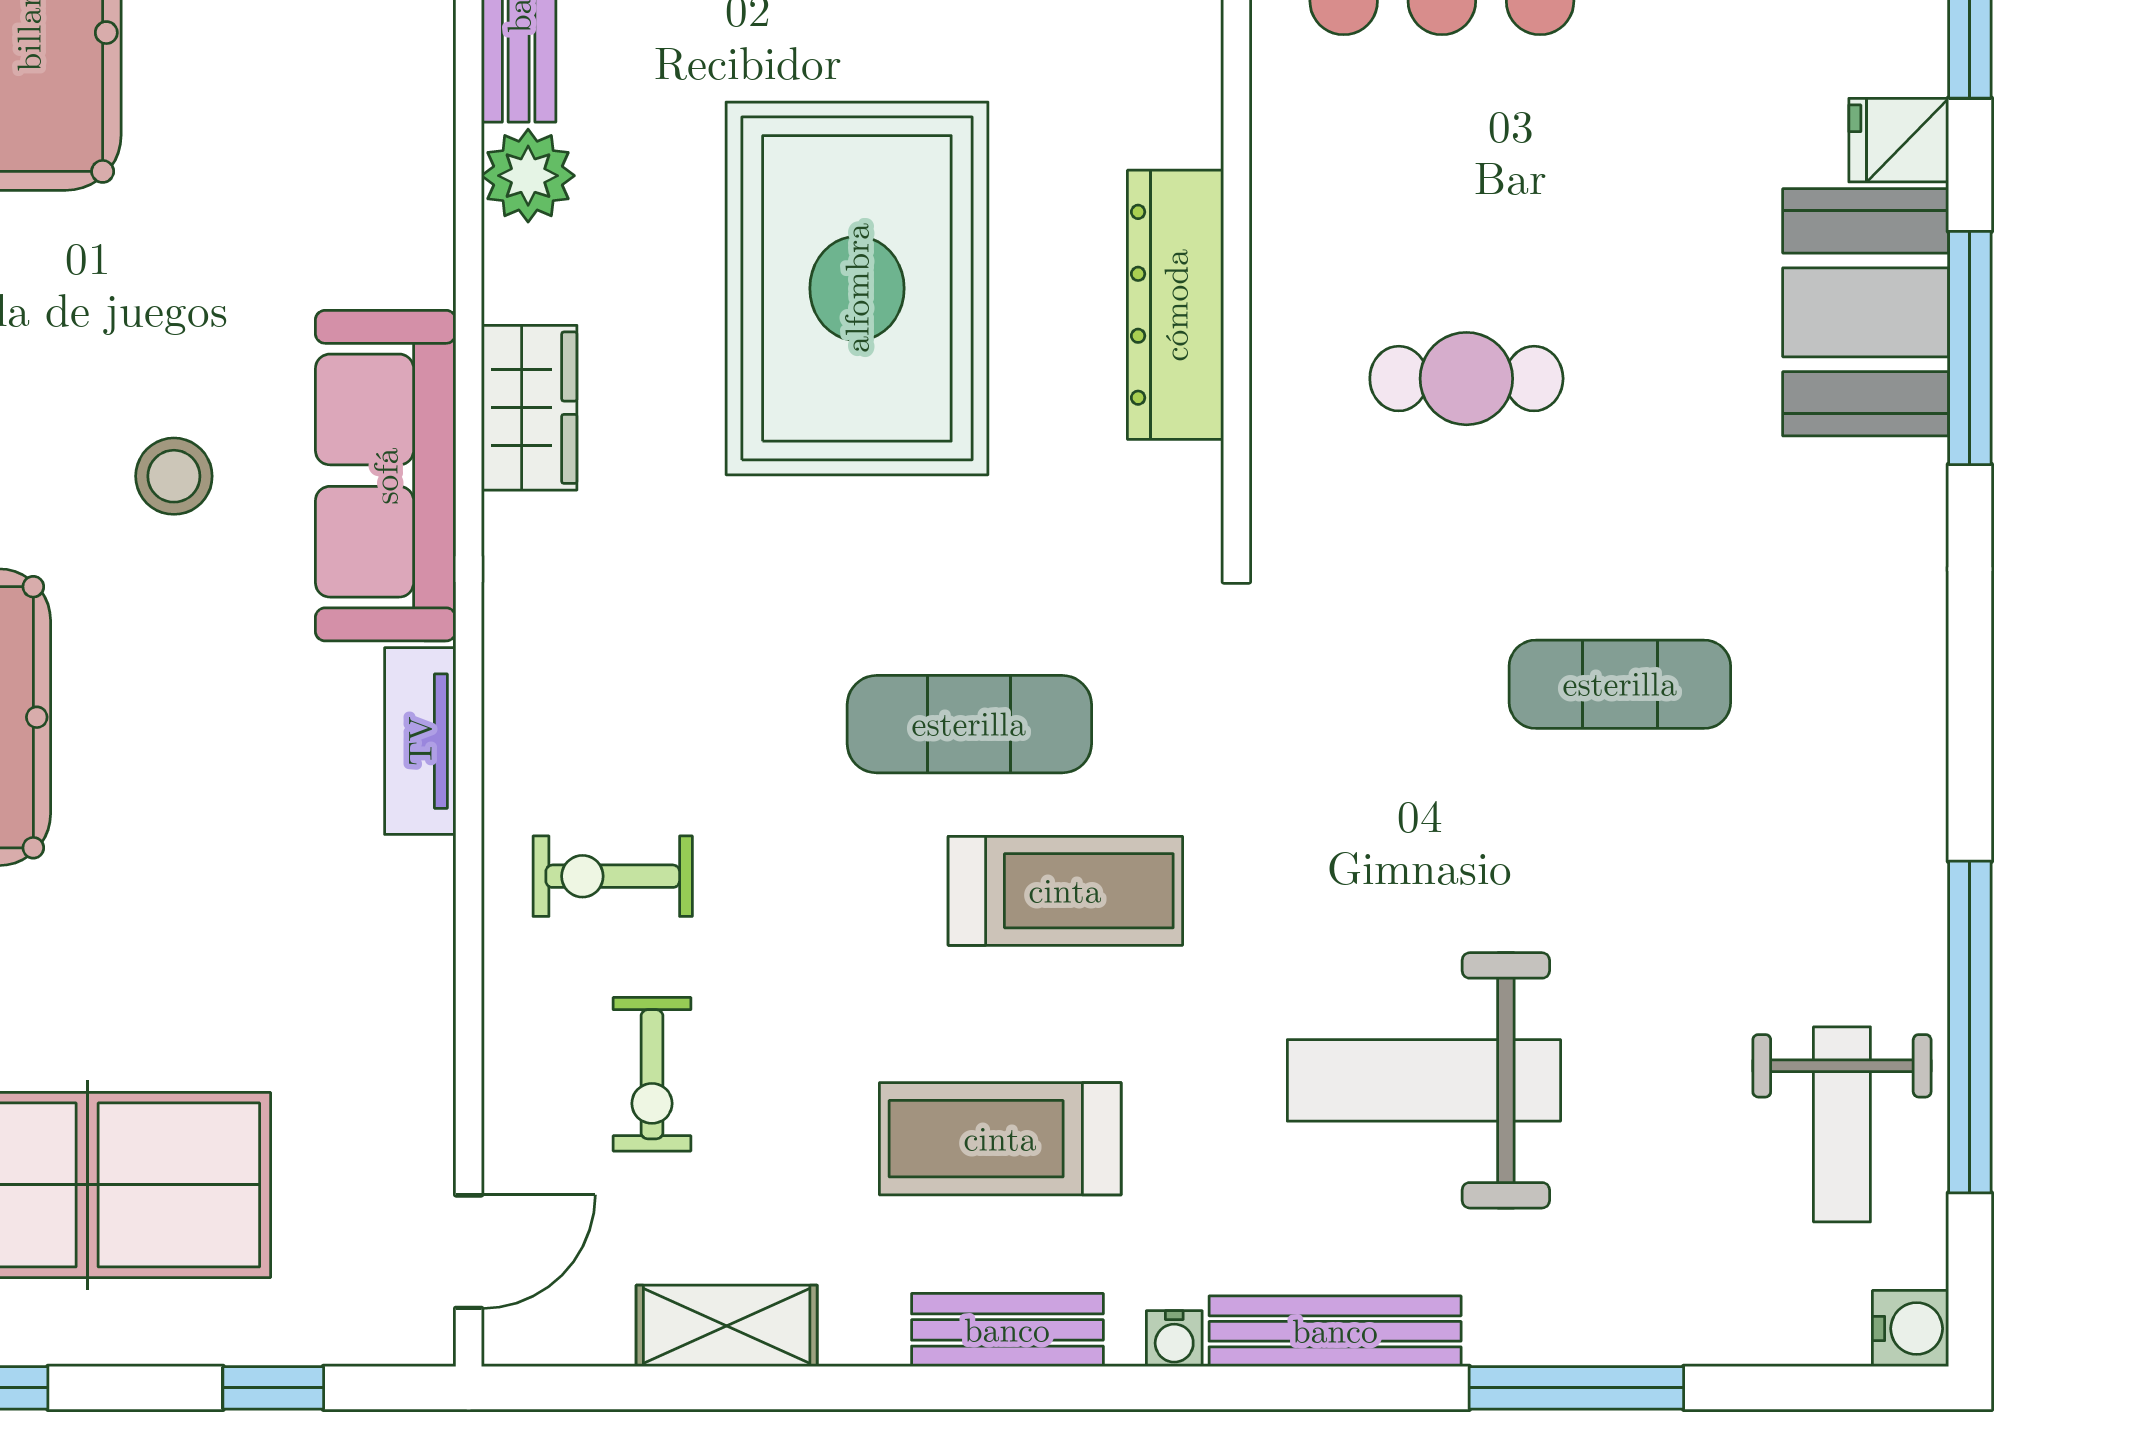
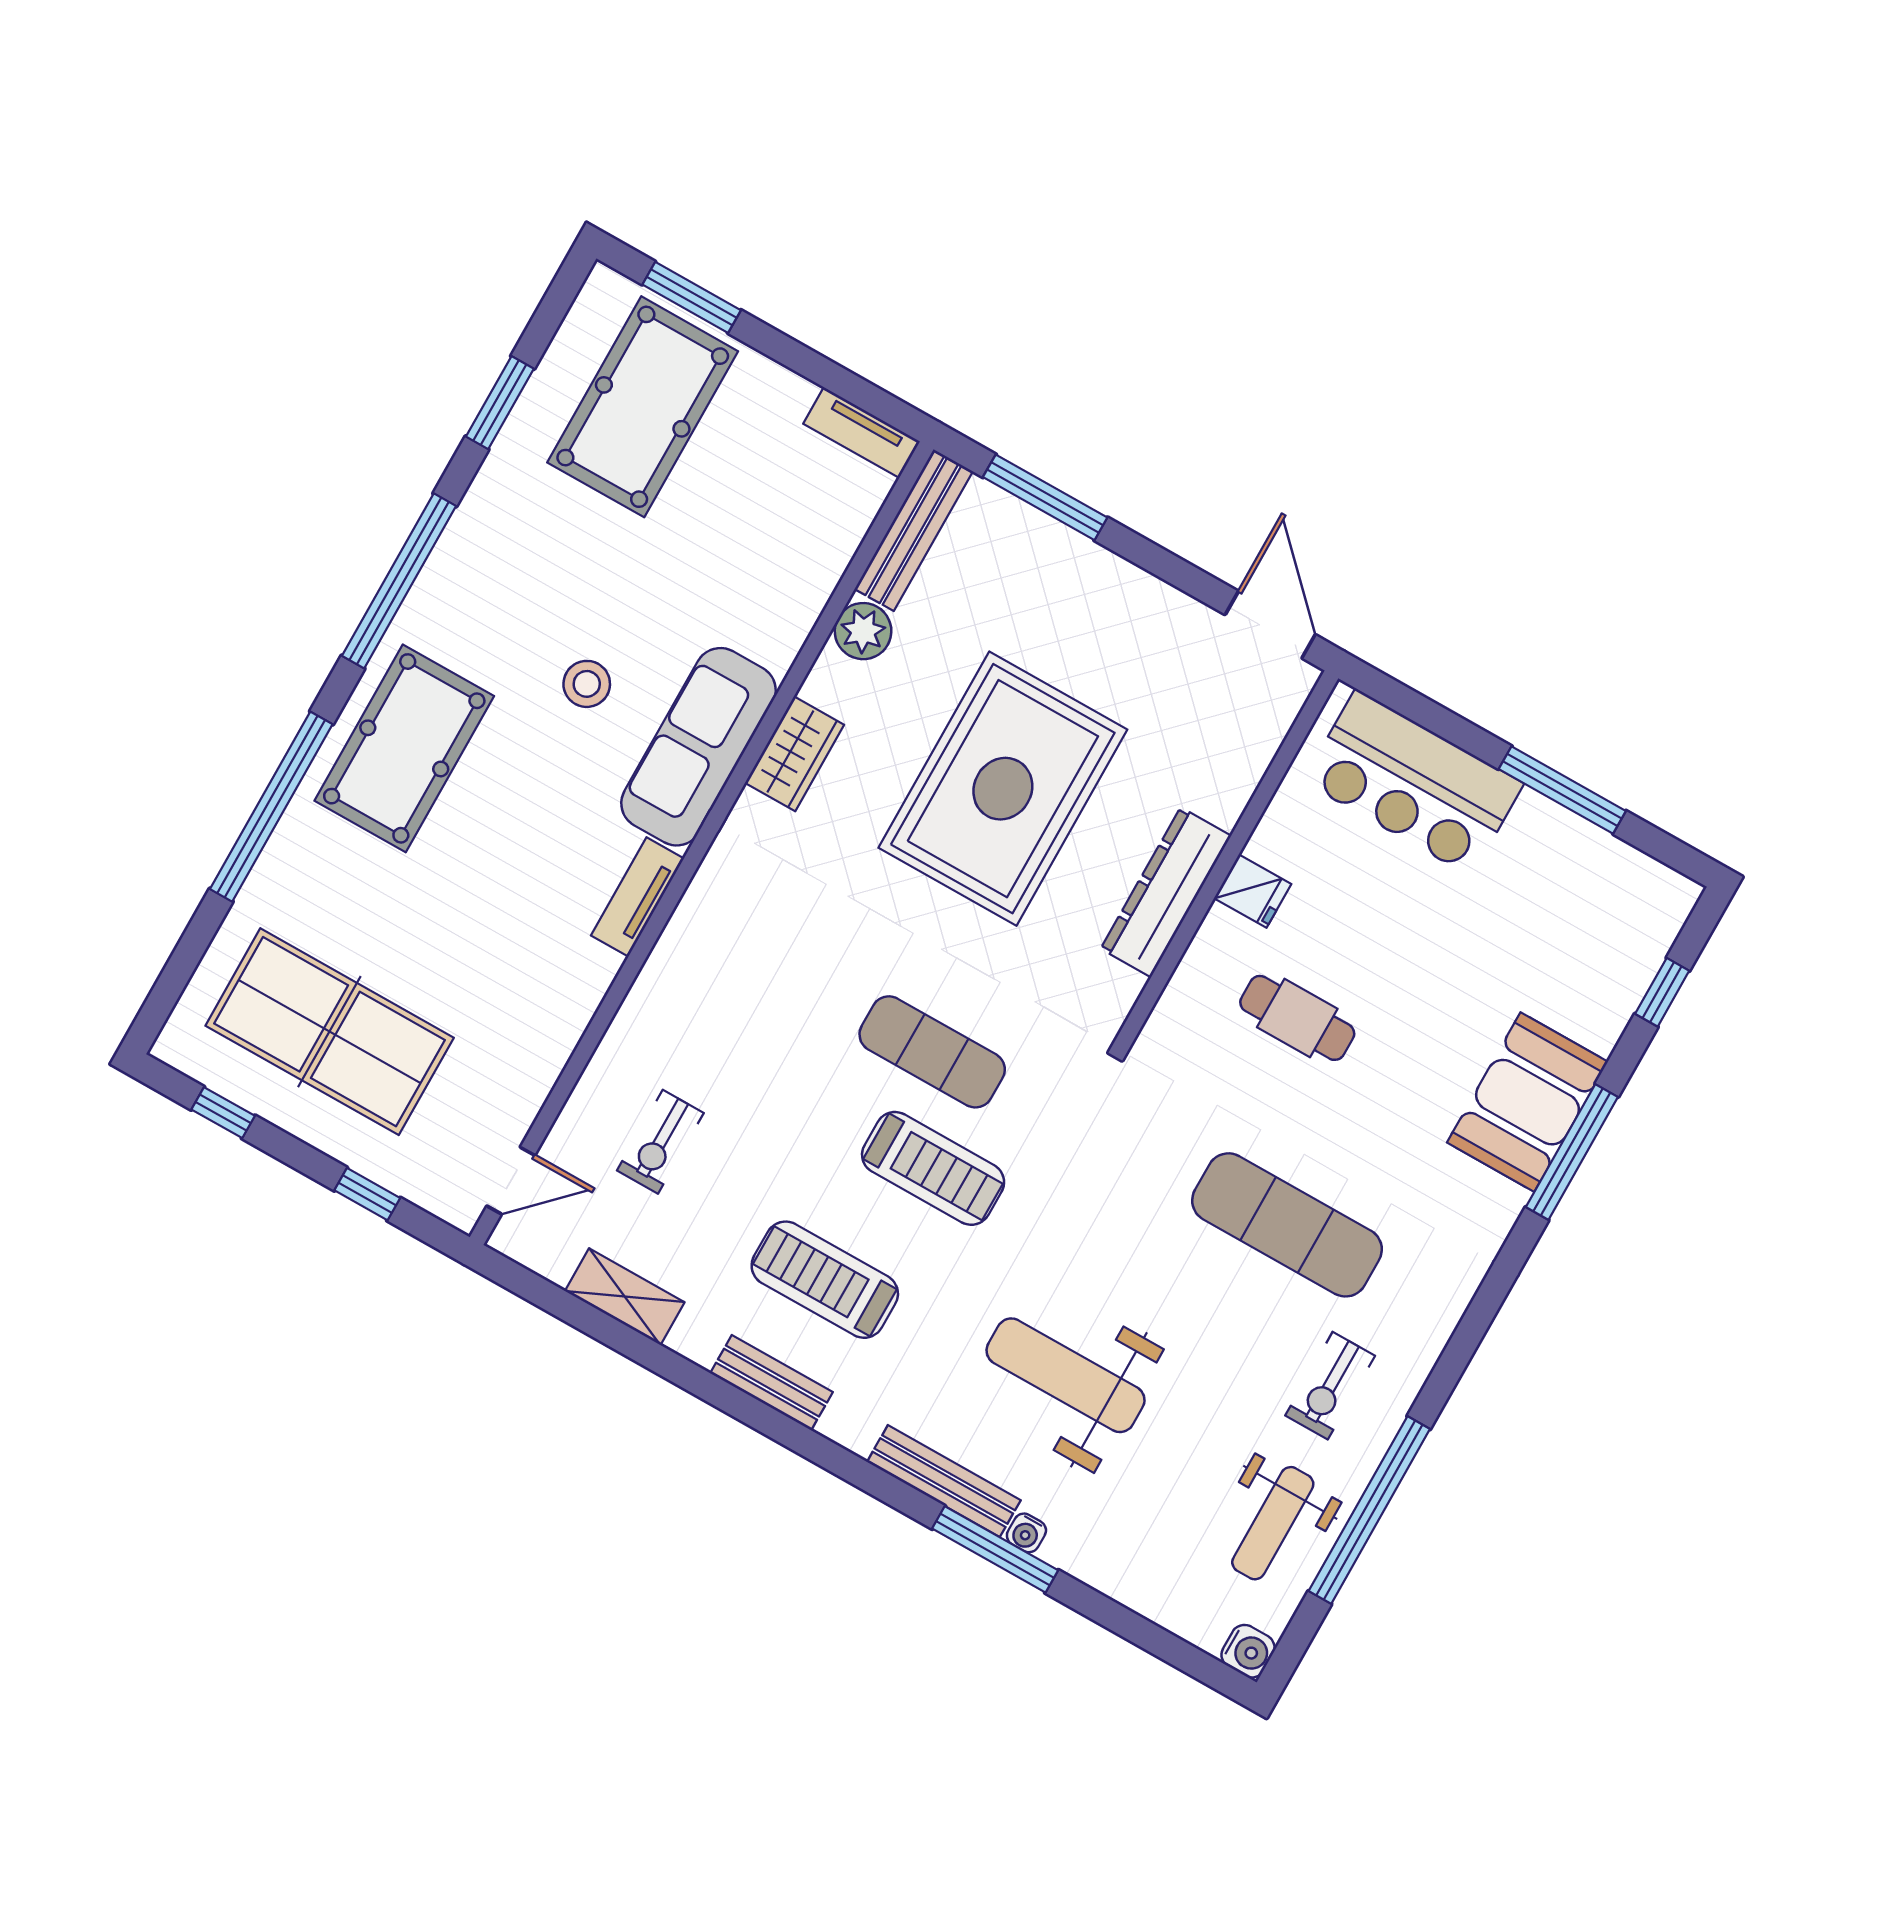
fridge: (1899, 140) -> (1253, 891), moved, turned 180
exercise mat: (1620, 684) -> (1287, 1225), width x1.36, depth x1.45
exercise bike: (613, 876) -> (1330, 1386), moved, turned -90
water cooler: (1174, 1339) -> (1026, 1533), moved
window: (1576, 1388) -> (995, 1549), moved

